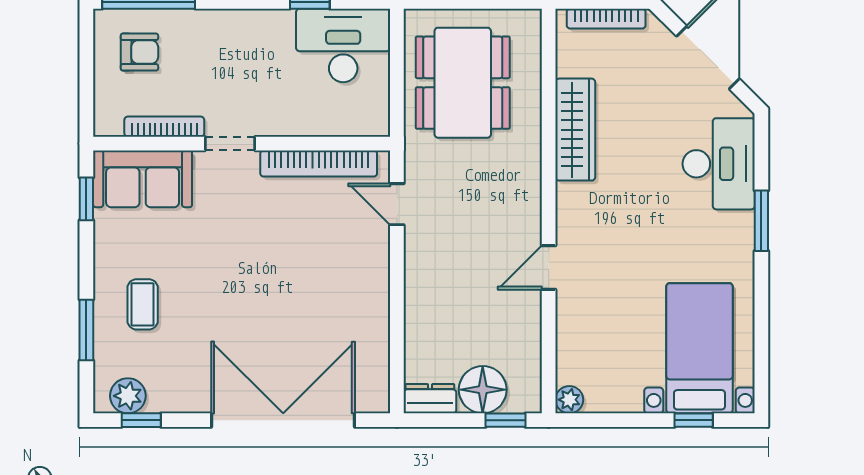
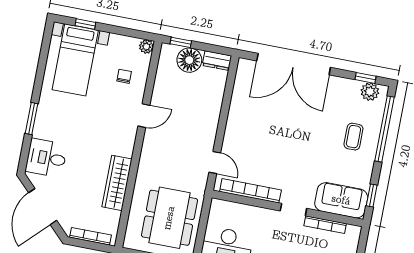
desk: (719, 164) -> (46, 158), width x0.73
window: (86, 330) -> (384, 129), width x2.11
chair: (601, 335) -> (124, 76), added

